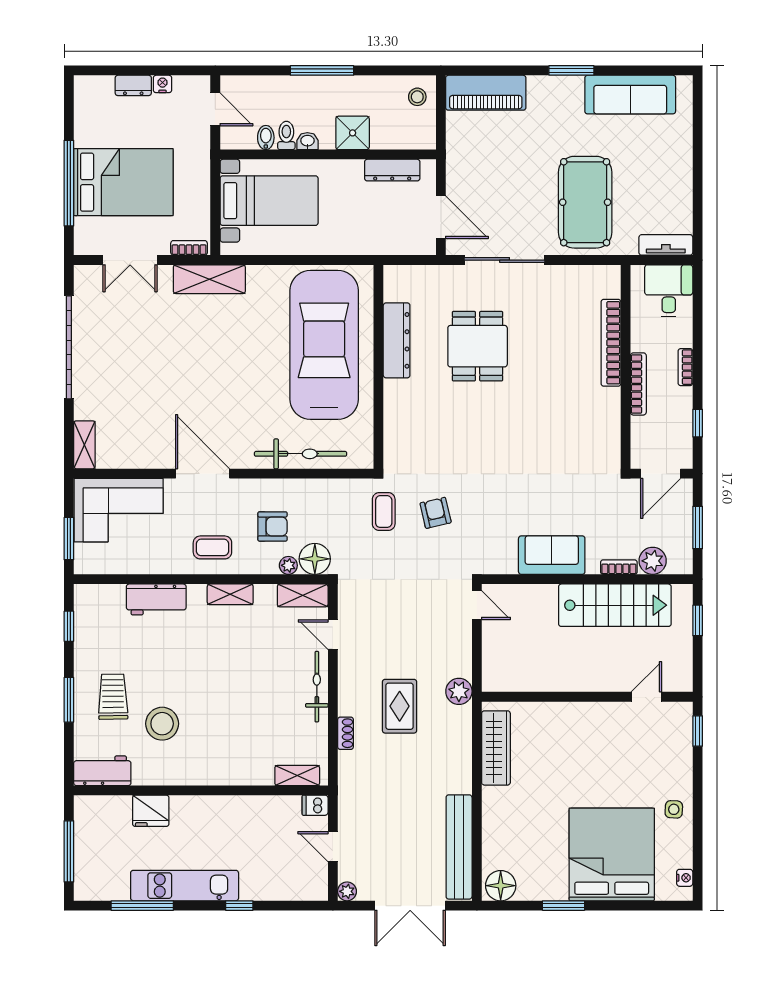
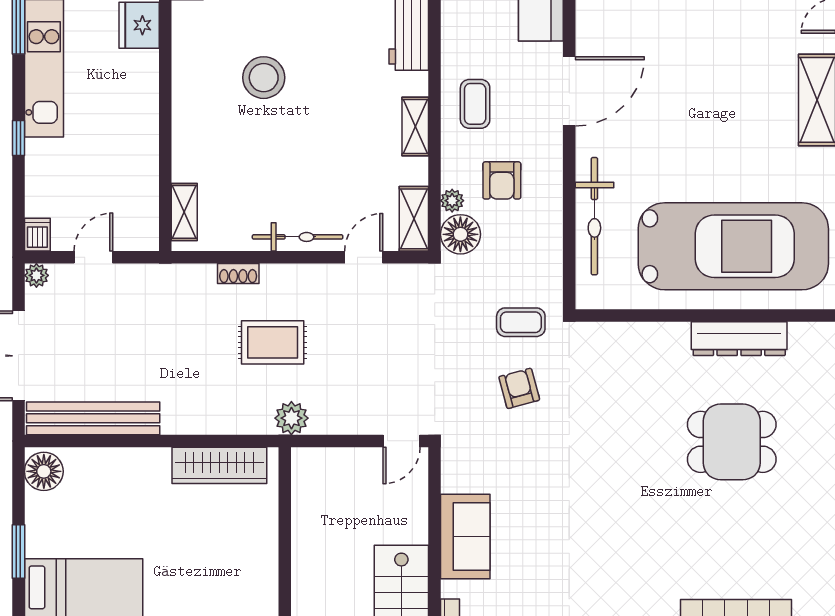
armchair: (436, 513) -> (519, 388), turned -92
stool: (162, 724) -> (264, 78), moved
dishwasher: (315, 805) -> (37, 235), moved

